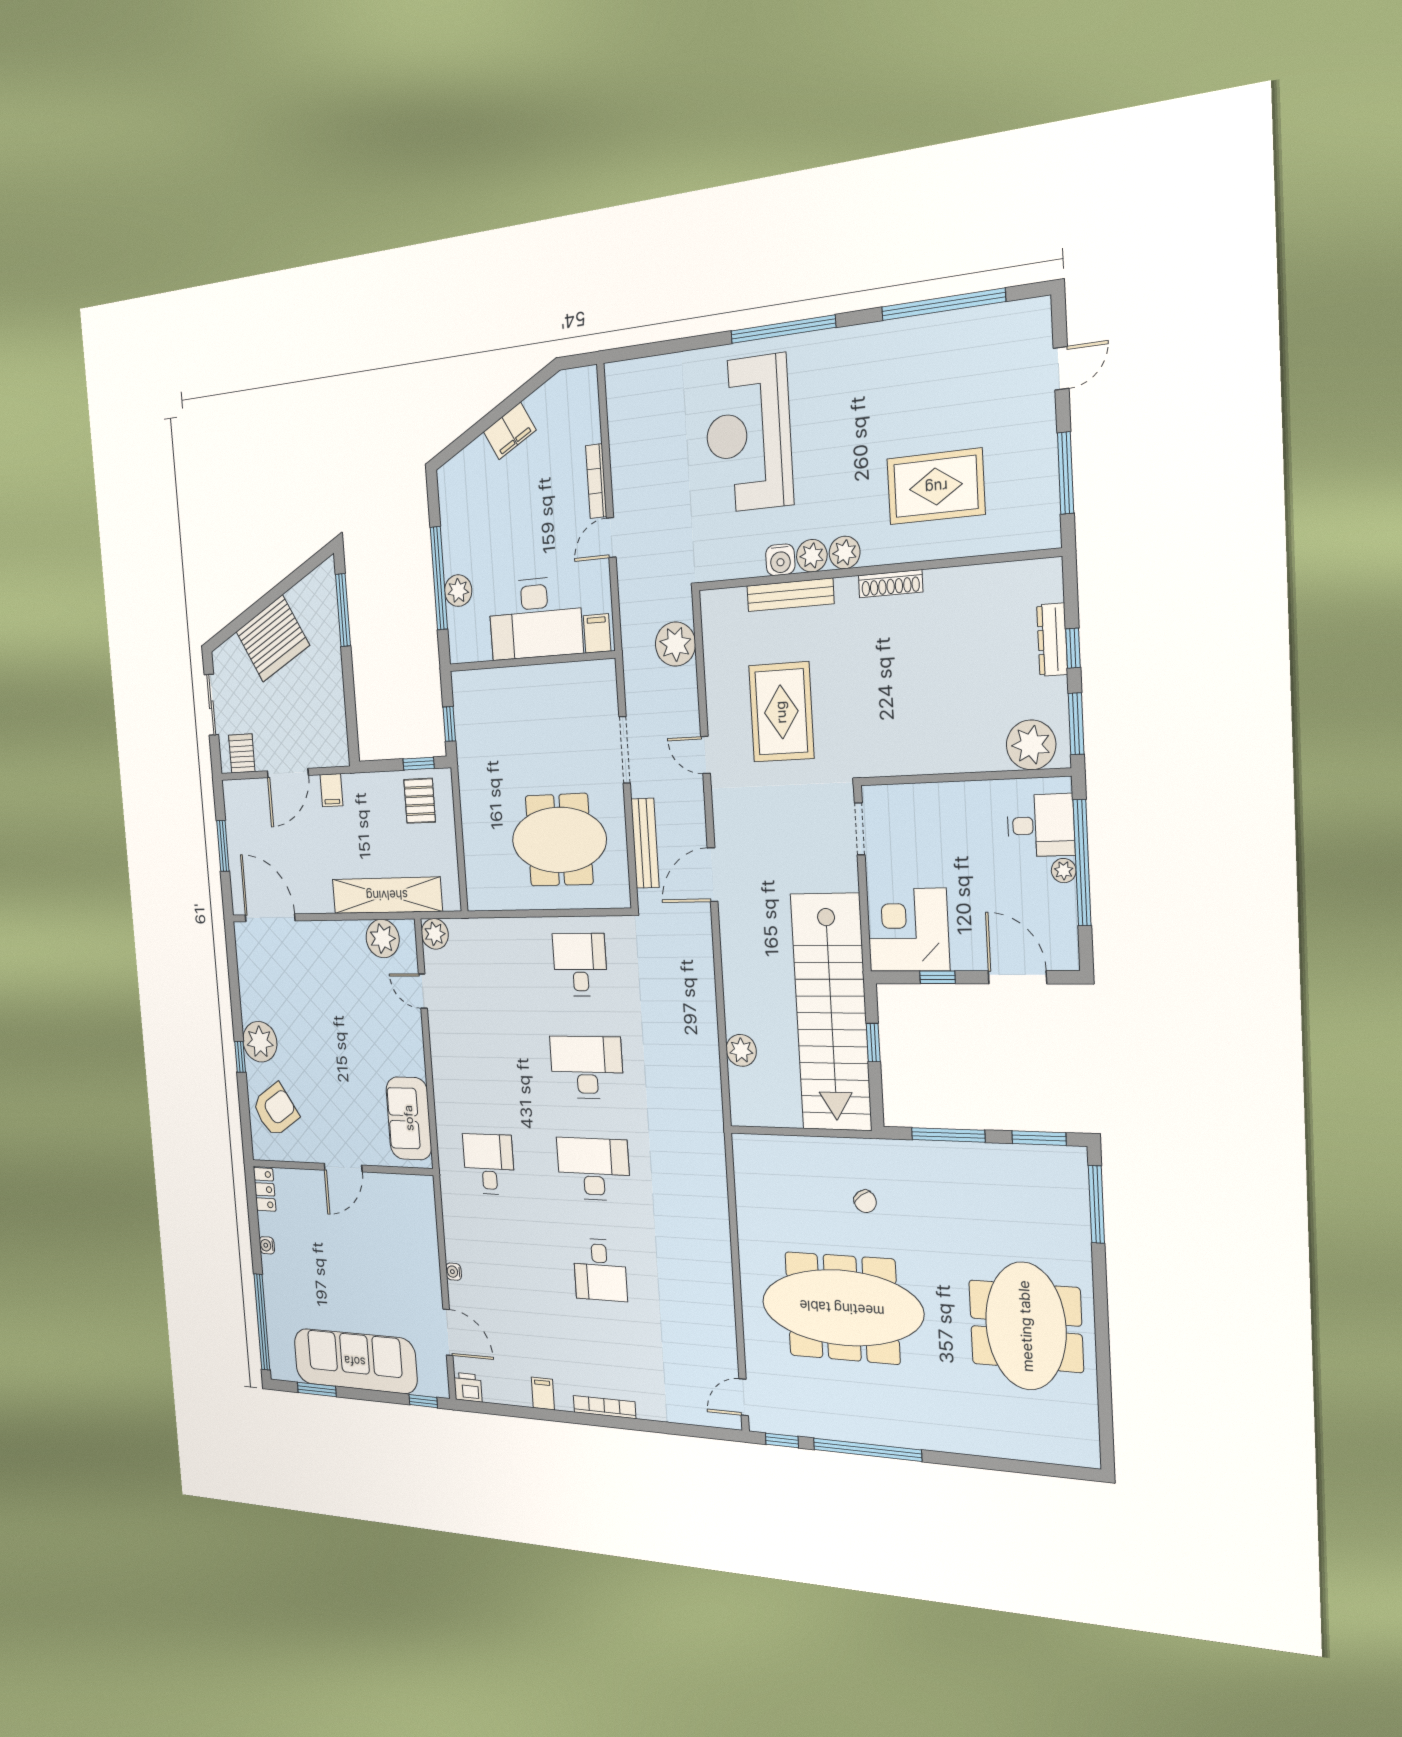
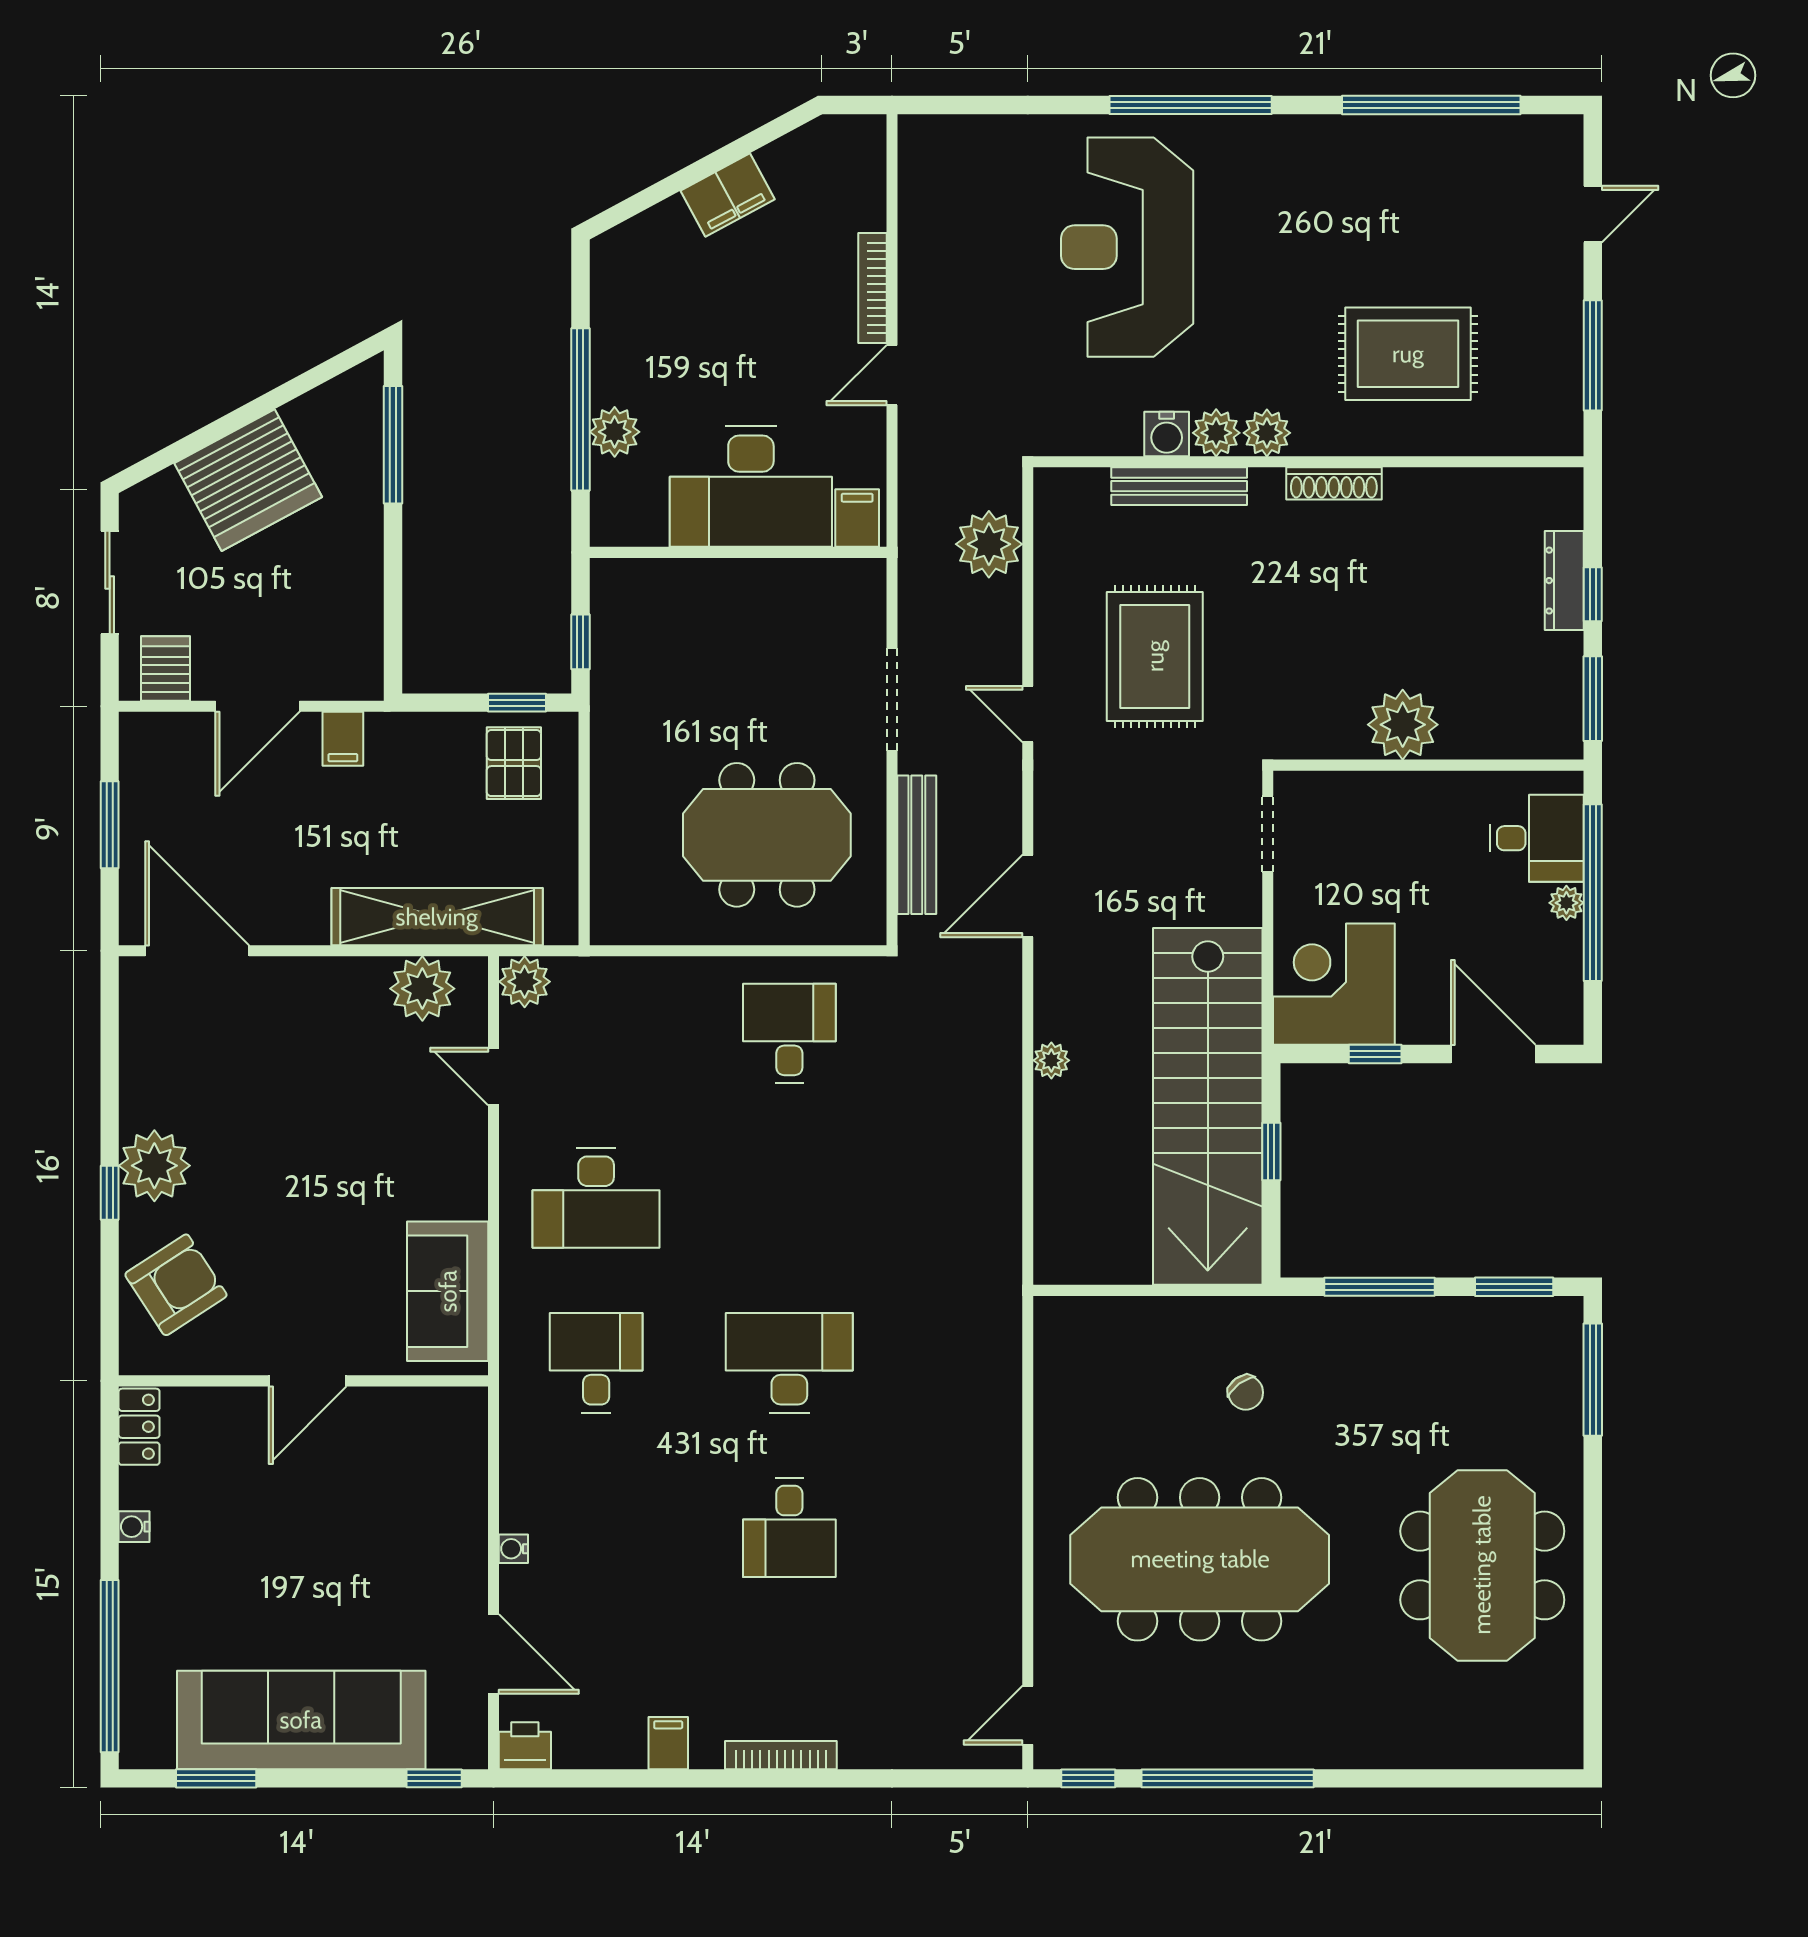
plant: (1031, 745) -> (1403, 725), moved
plant: (741, 1050) -> (1051, 1060), moved, width x0.73, depth x0.73
desk: (587, 1067) -> (596, 1198), moved, turned 180

